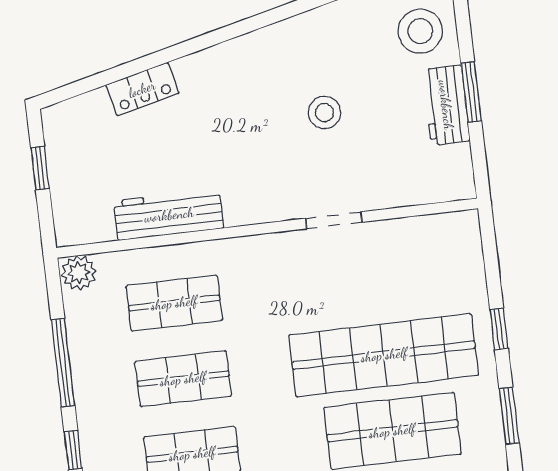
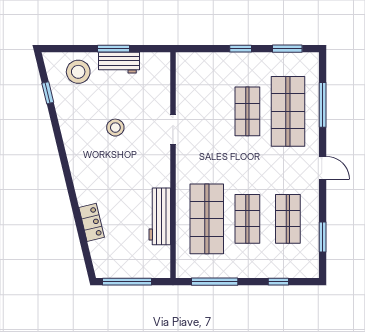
window: (40, 168) -> (127, 282), width x2.17
plant: (79, 273) -> (185, 267), removed
shop shelf: (174, 303) -> (207, 219), width x1.43, depth x1.36
shop shelf: (384, 355) -> (247, 111), width x0.50, depth x0.74
window: (63, 363) -> (215, 282), moved

